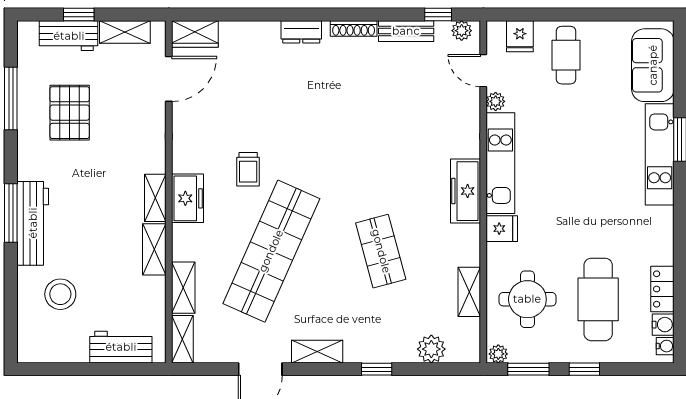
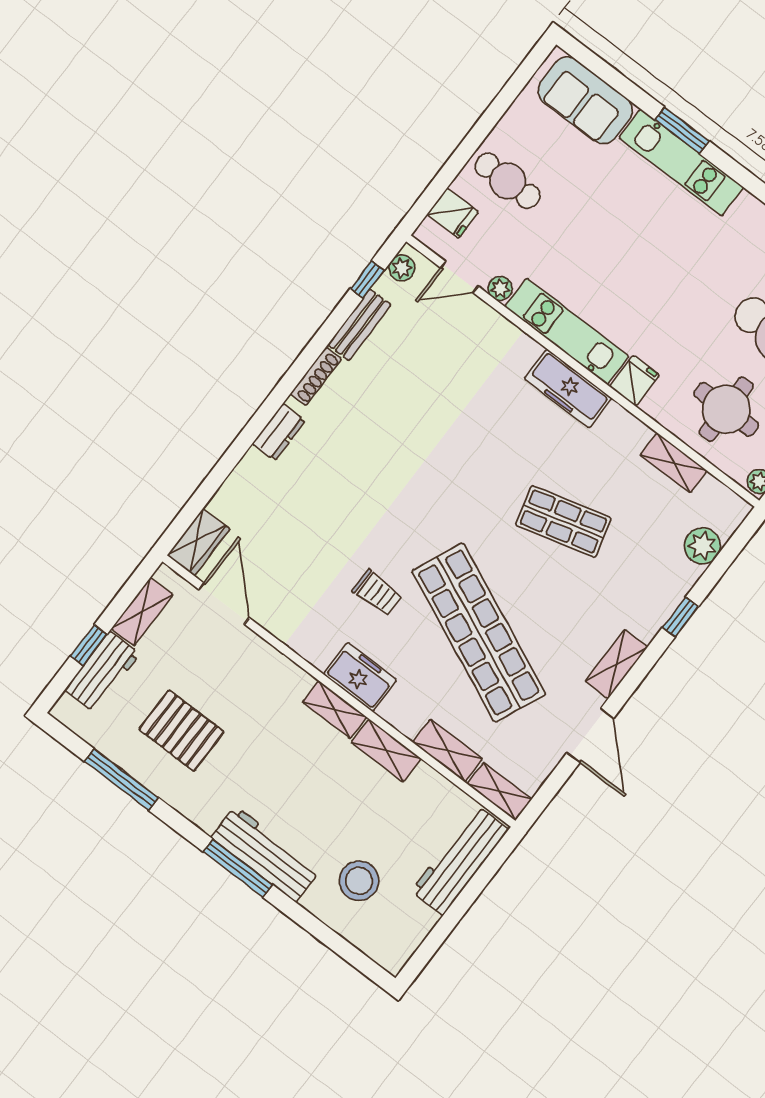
workbench: (121, 347) -> (460, 860), width x1.38

